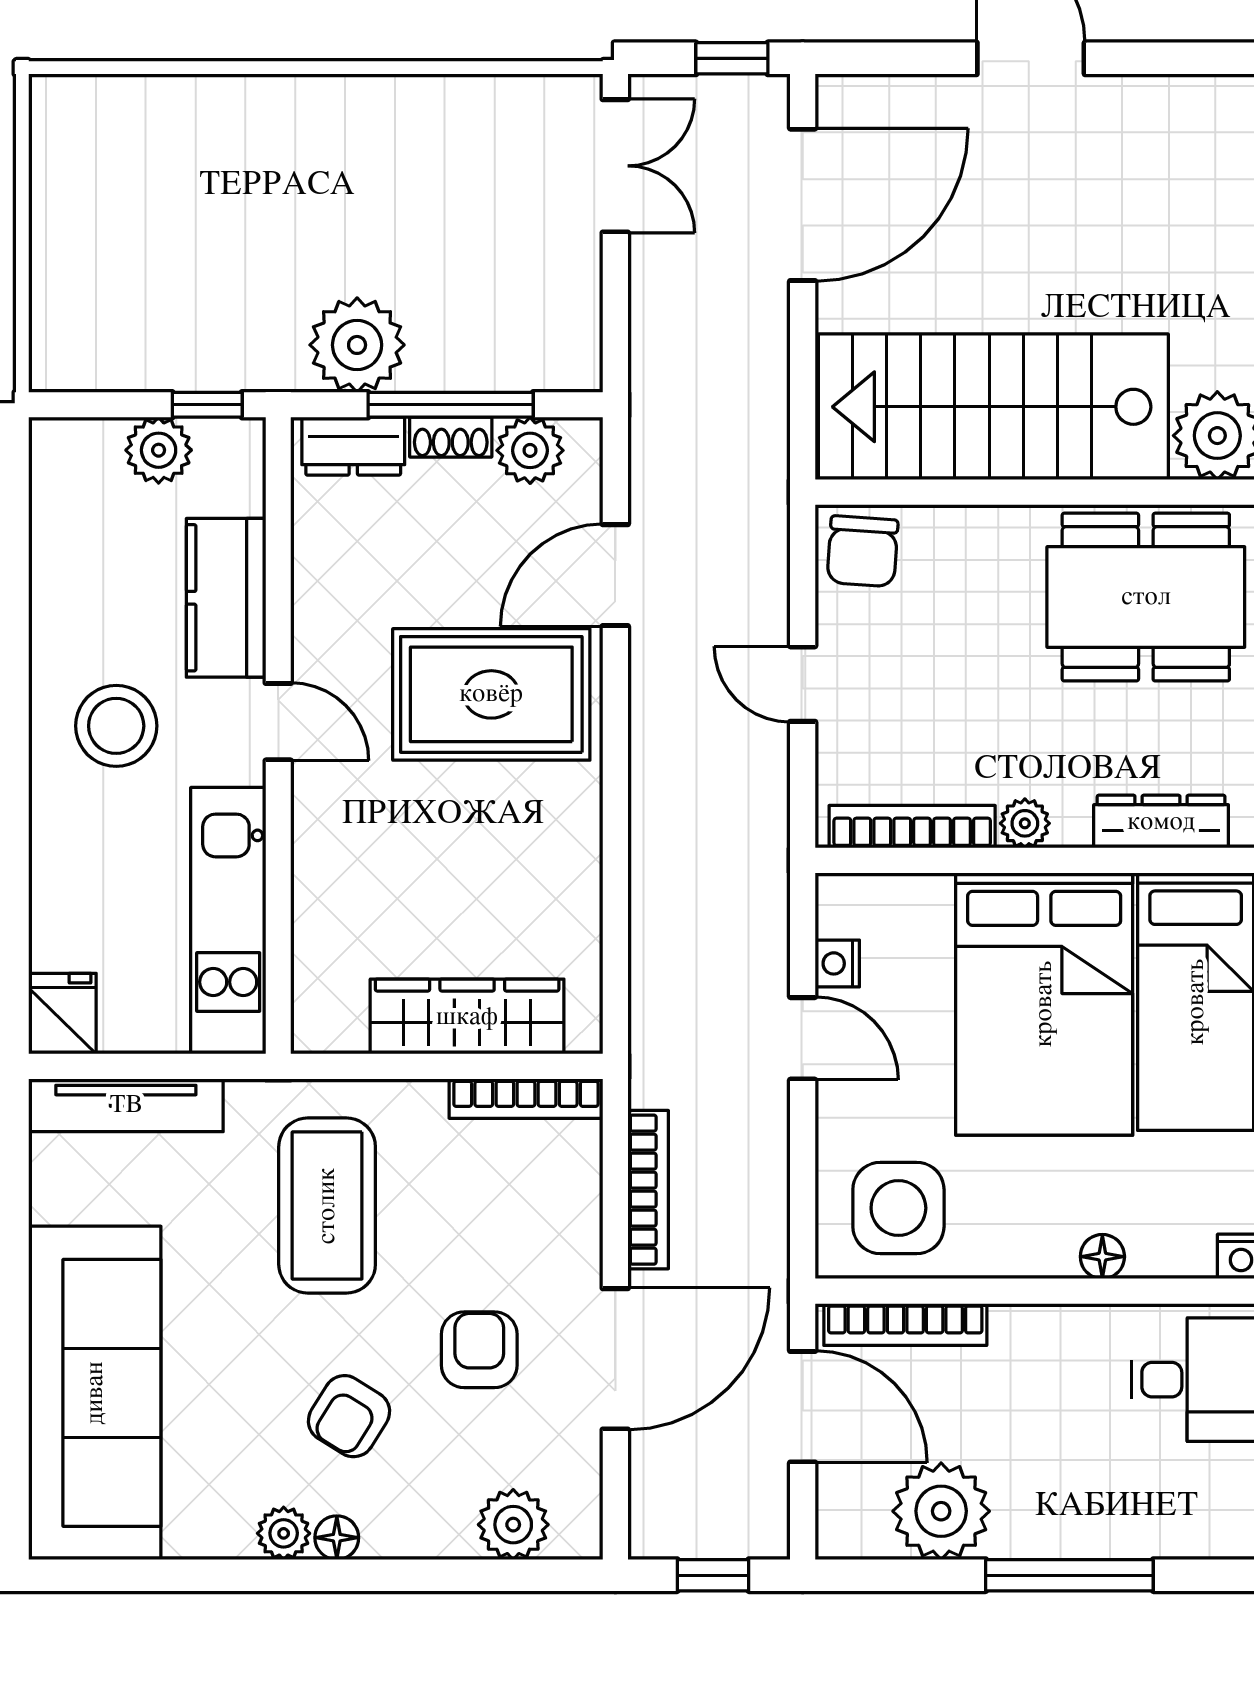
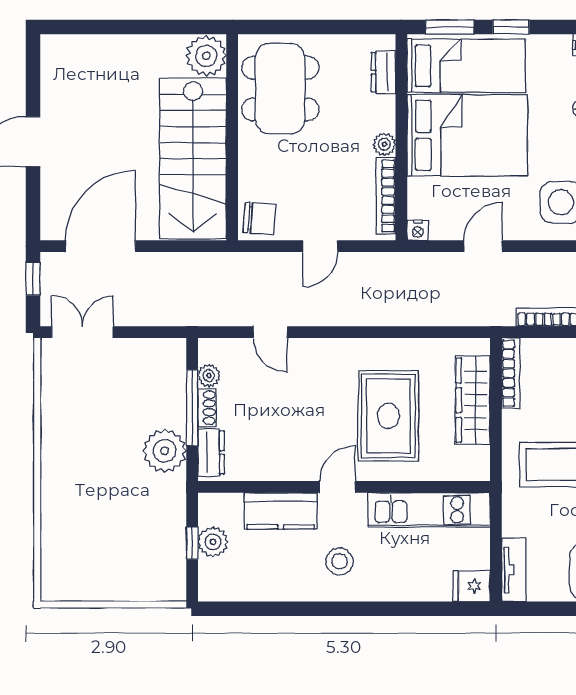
door: (803, 205) -> (100, 246), hinge flipped
window: (207, 405) -> (192, 543), moved
plant: (530, 450) -> (209, 376), width x0.73, depth x0.73
door: (615, 575) -> (270, 332), width x0.73
rug: (491, 694) -> (388, 416), moved
stool: (116, 726) -> (340, 561), width x0.73, depth x0.73
dresser: (1161, 822) -> (383, 72), width x0.70
nightstand: (837, 963) -> (418, 230), moved
tv unit: (126, 1105) -> (514, 570), width x0.71

